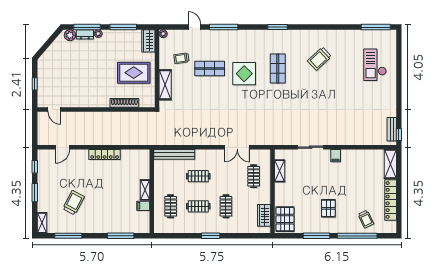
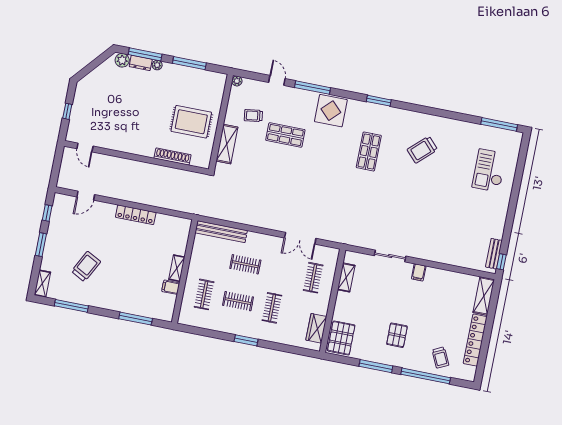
wardrobe: (148, 41) -> (217, 86), removed
display table: (244, 74) -> (331, 111), moved

